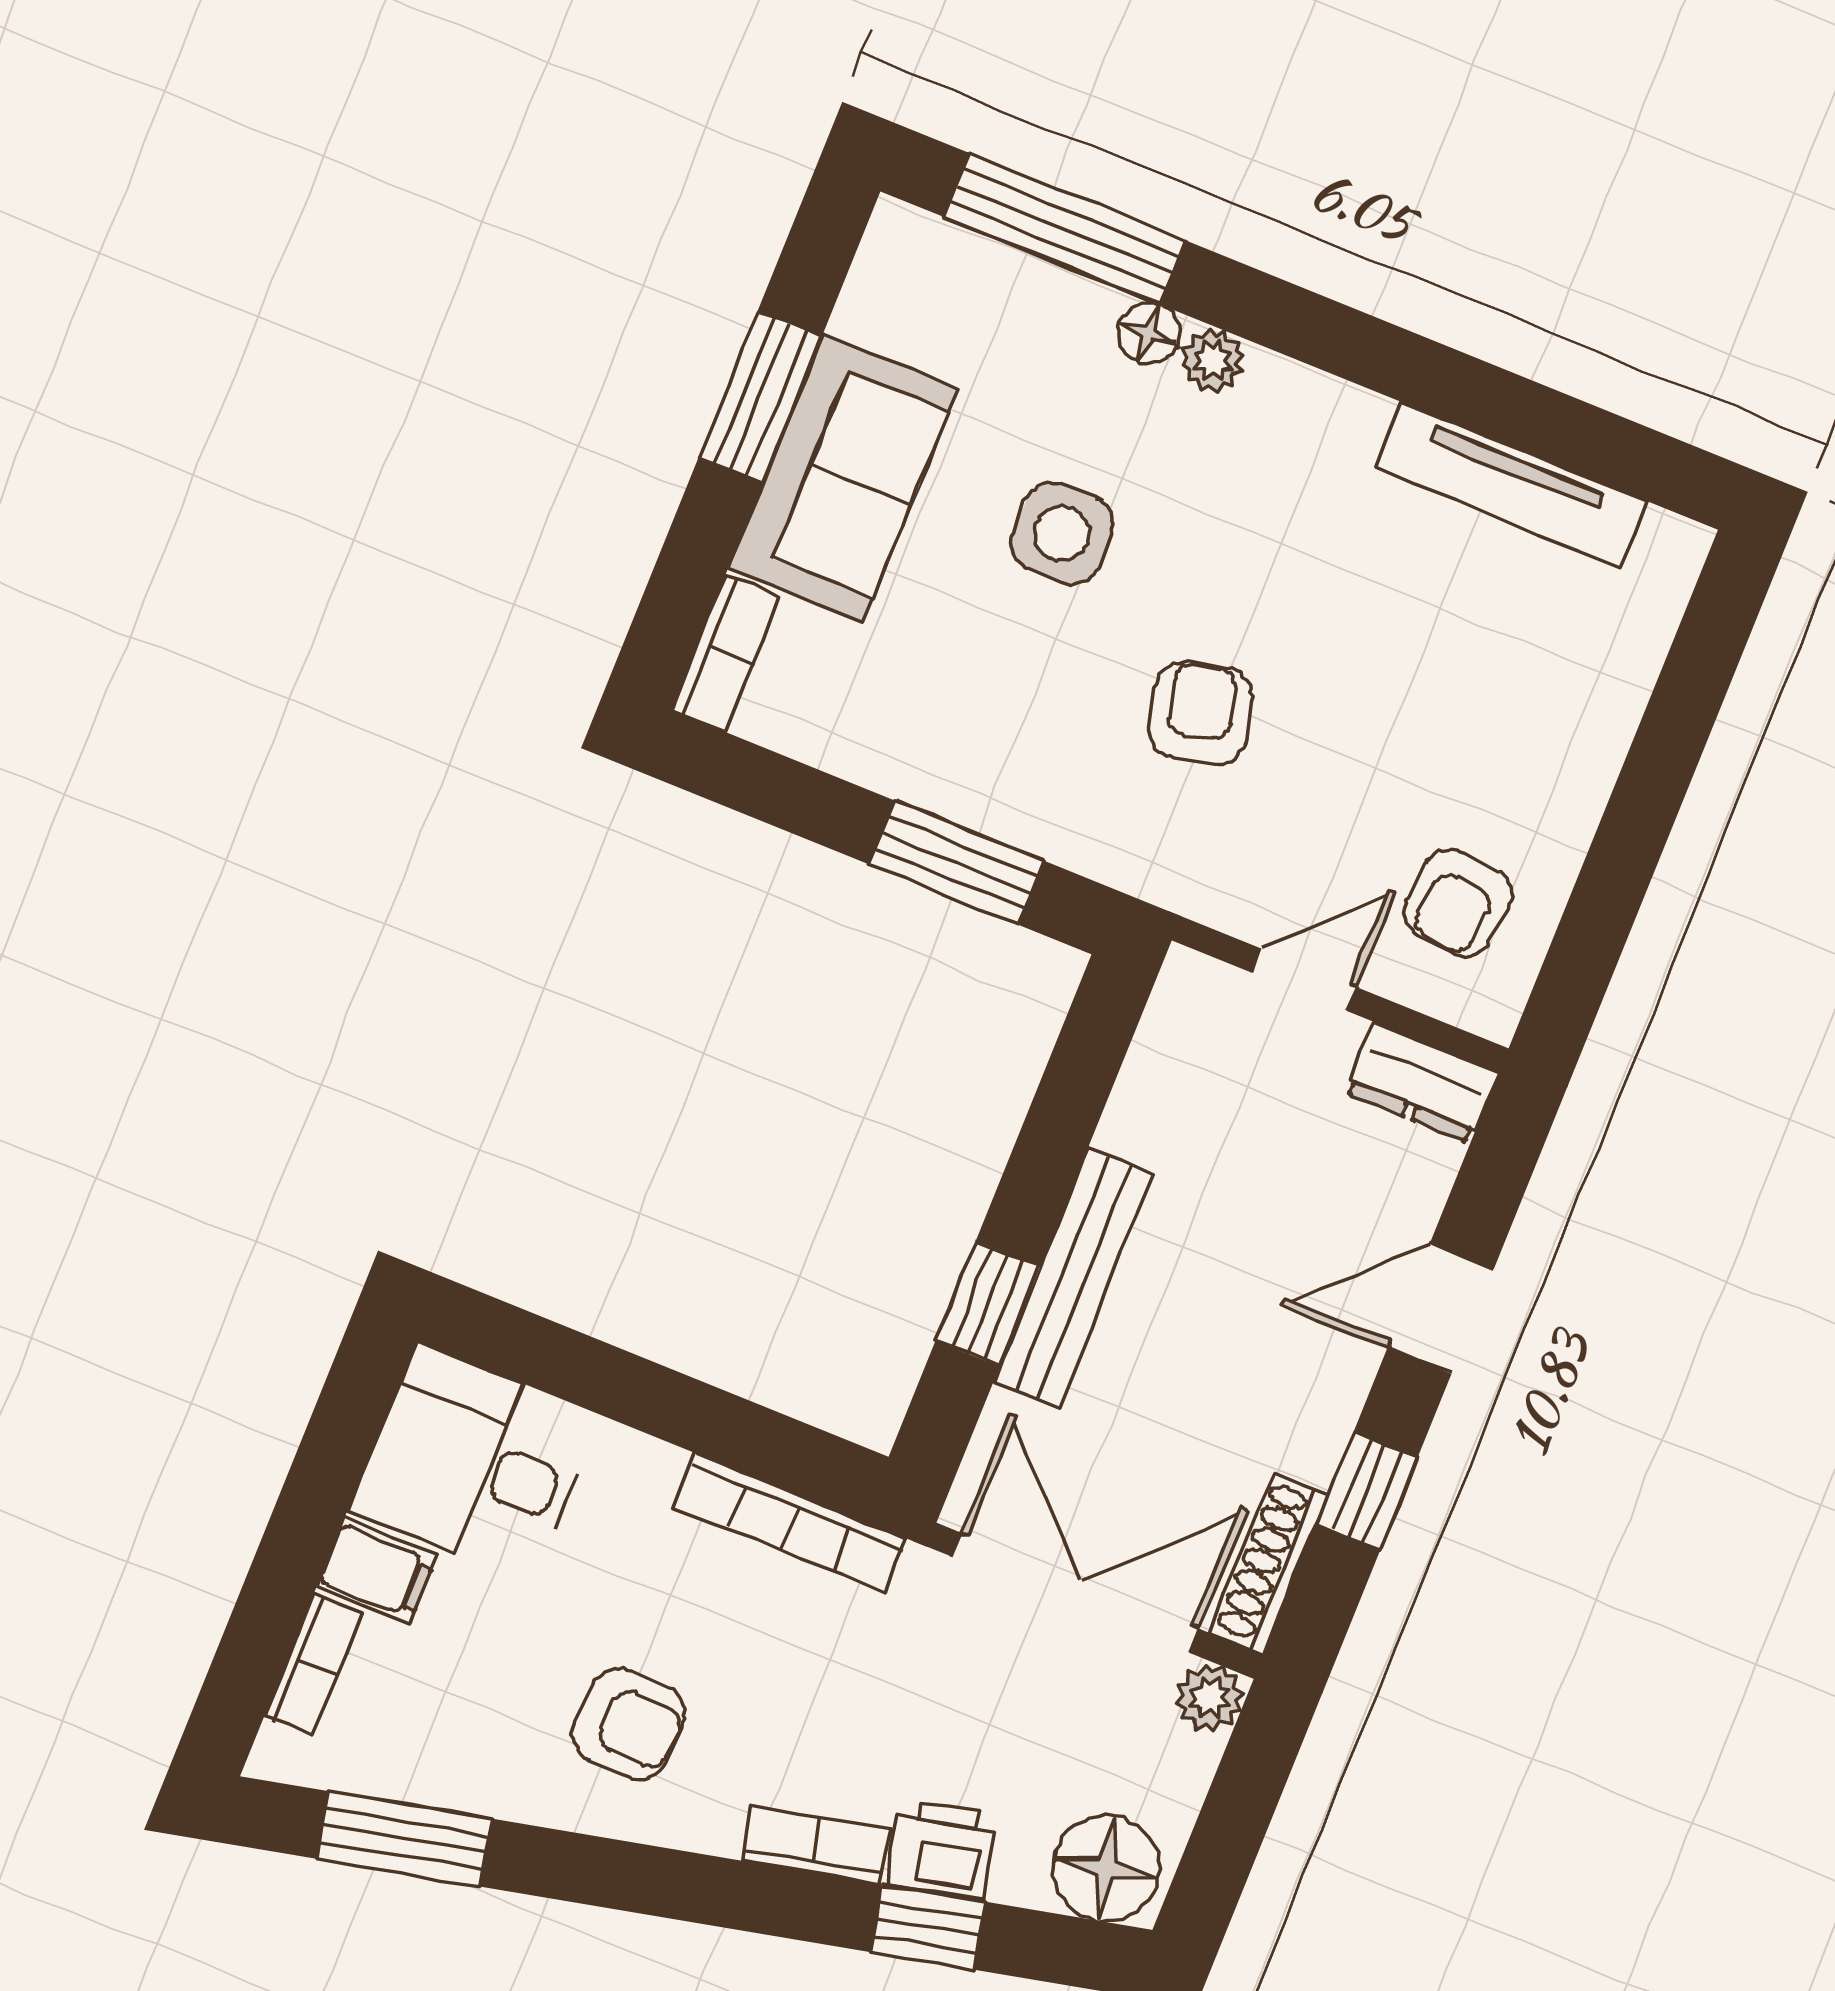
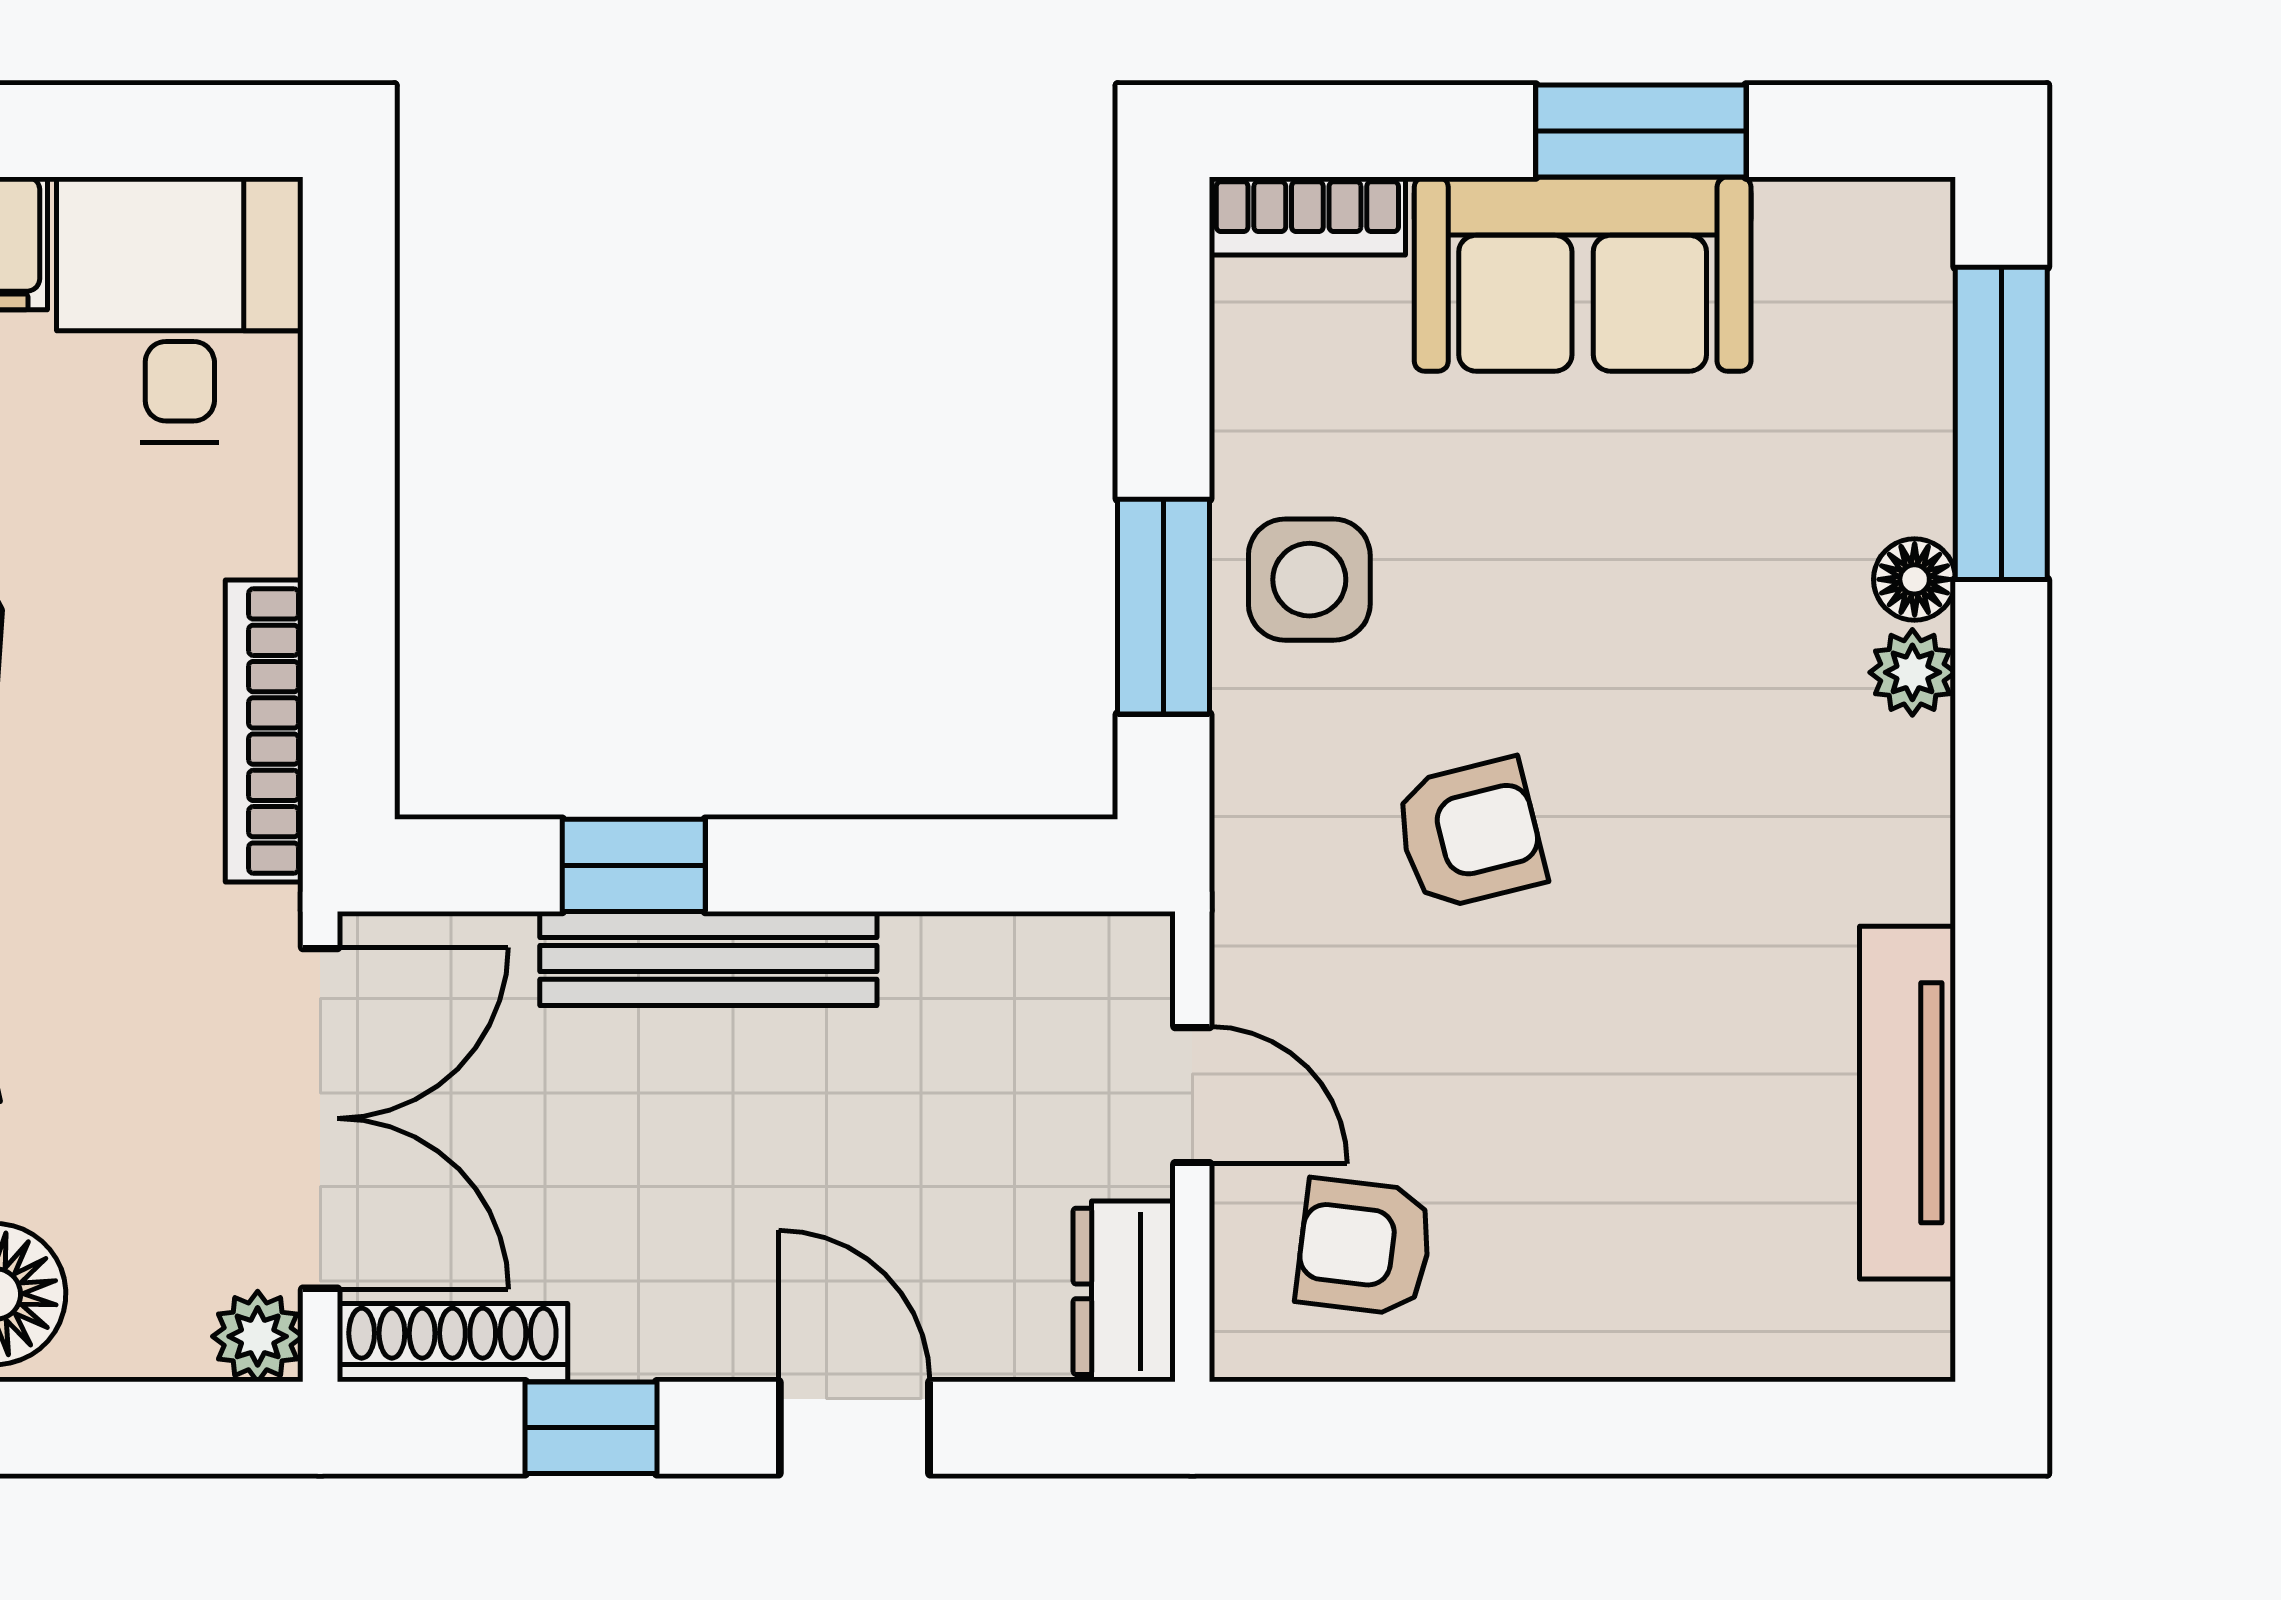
side table: (1062, 534) -> (1309, 580), moved

